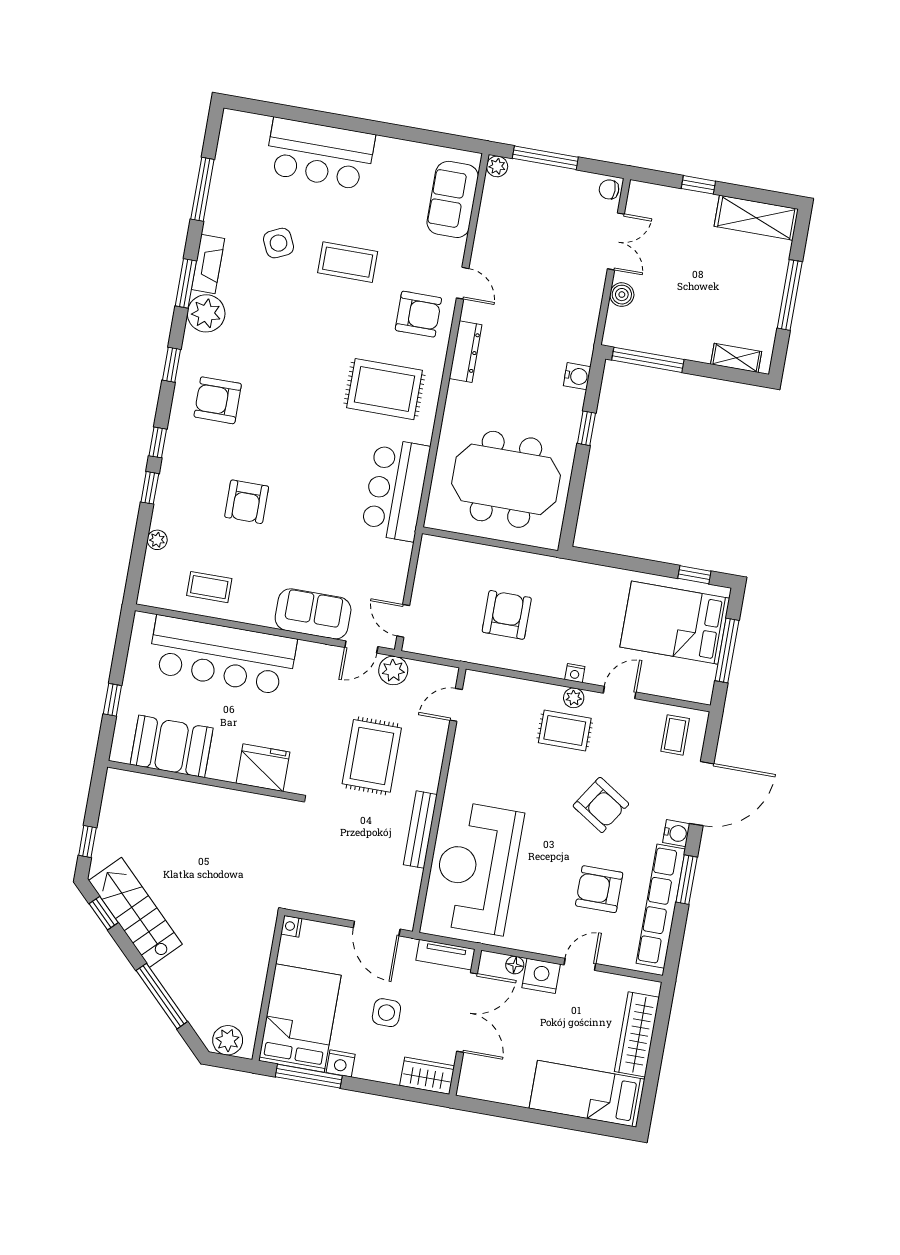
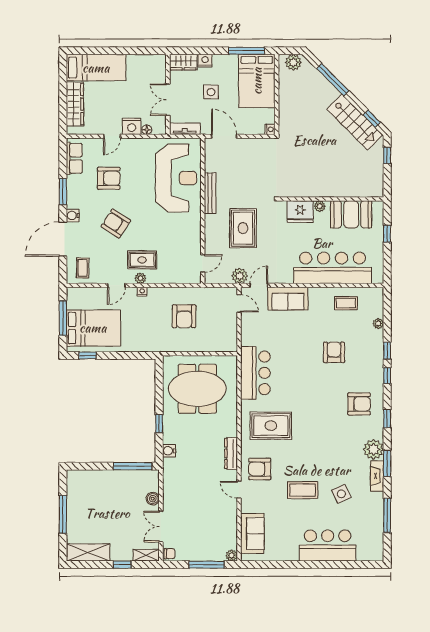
shelving: (736, 358) -> (146, 555), moved
plant: (226, 771) -> (320, 206), added
row of seats: (661, 906) -> (74, 158), width x0.50
double door: (467, 1013) -> (168, 100), width x0.73
nightstand: (341, 1063) -> (205, 61), moved

